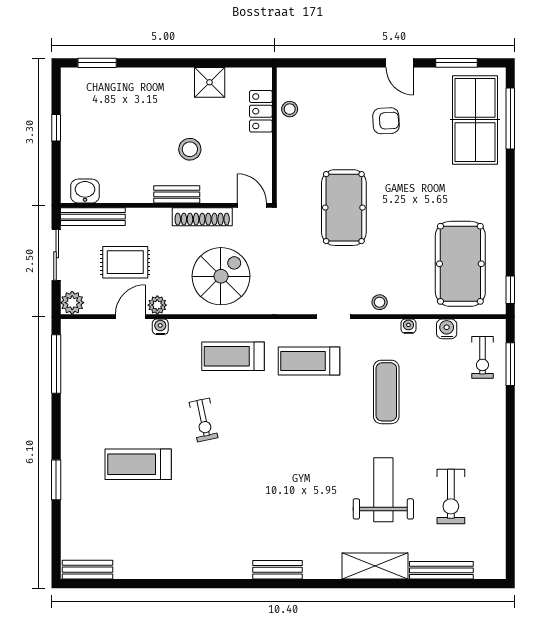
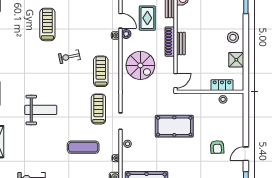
stool: (190, 149) -> (233, 37), moved
shoe rack: (202, 217) -> (170, 42), moved
weight bench: (383, 490) -> (41, 110), moved

